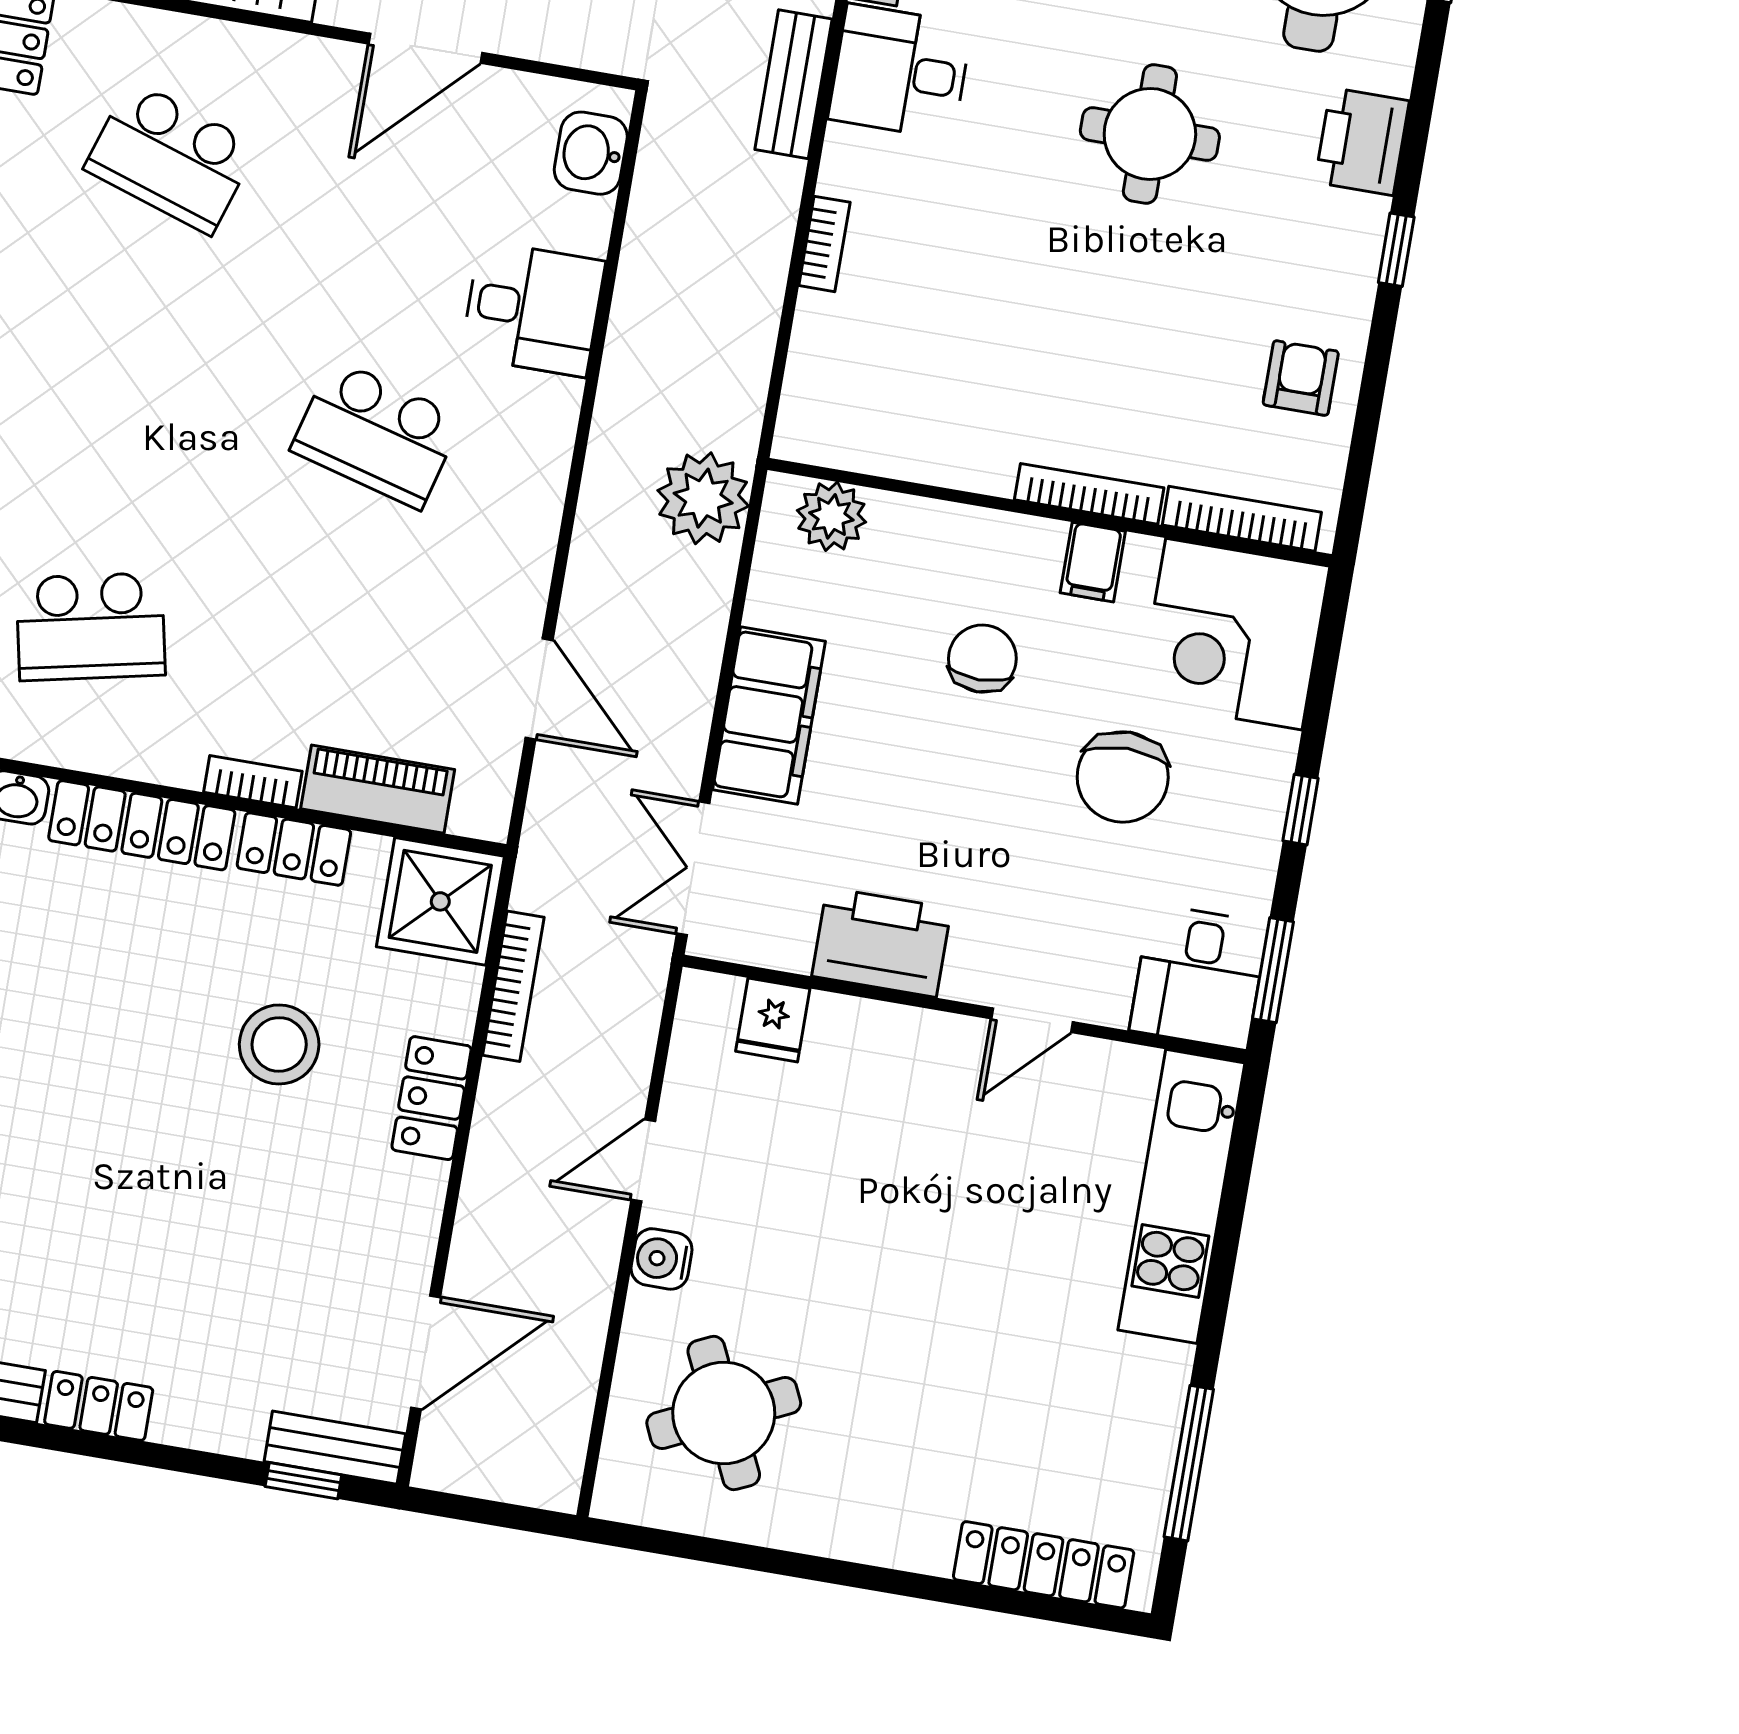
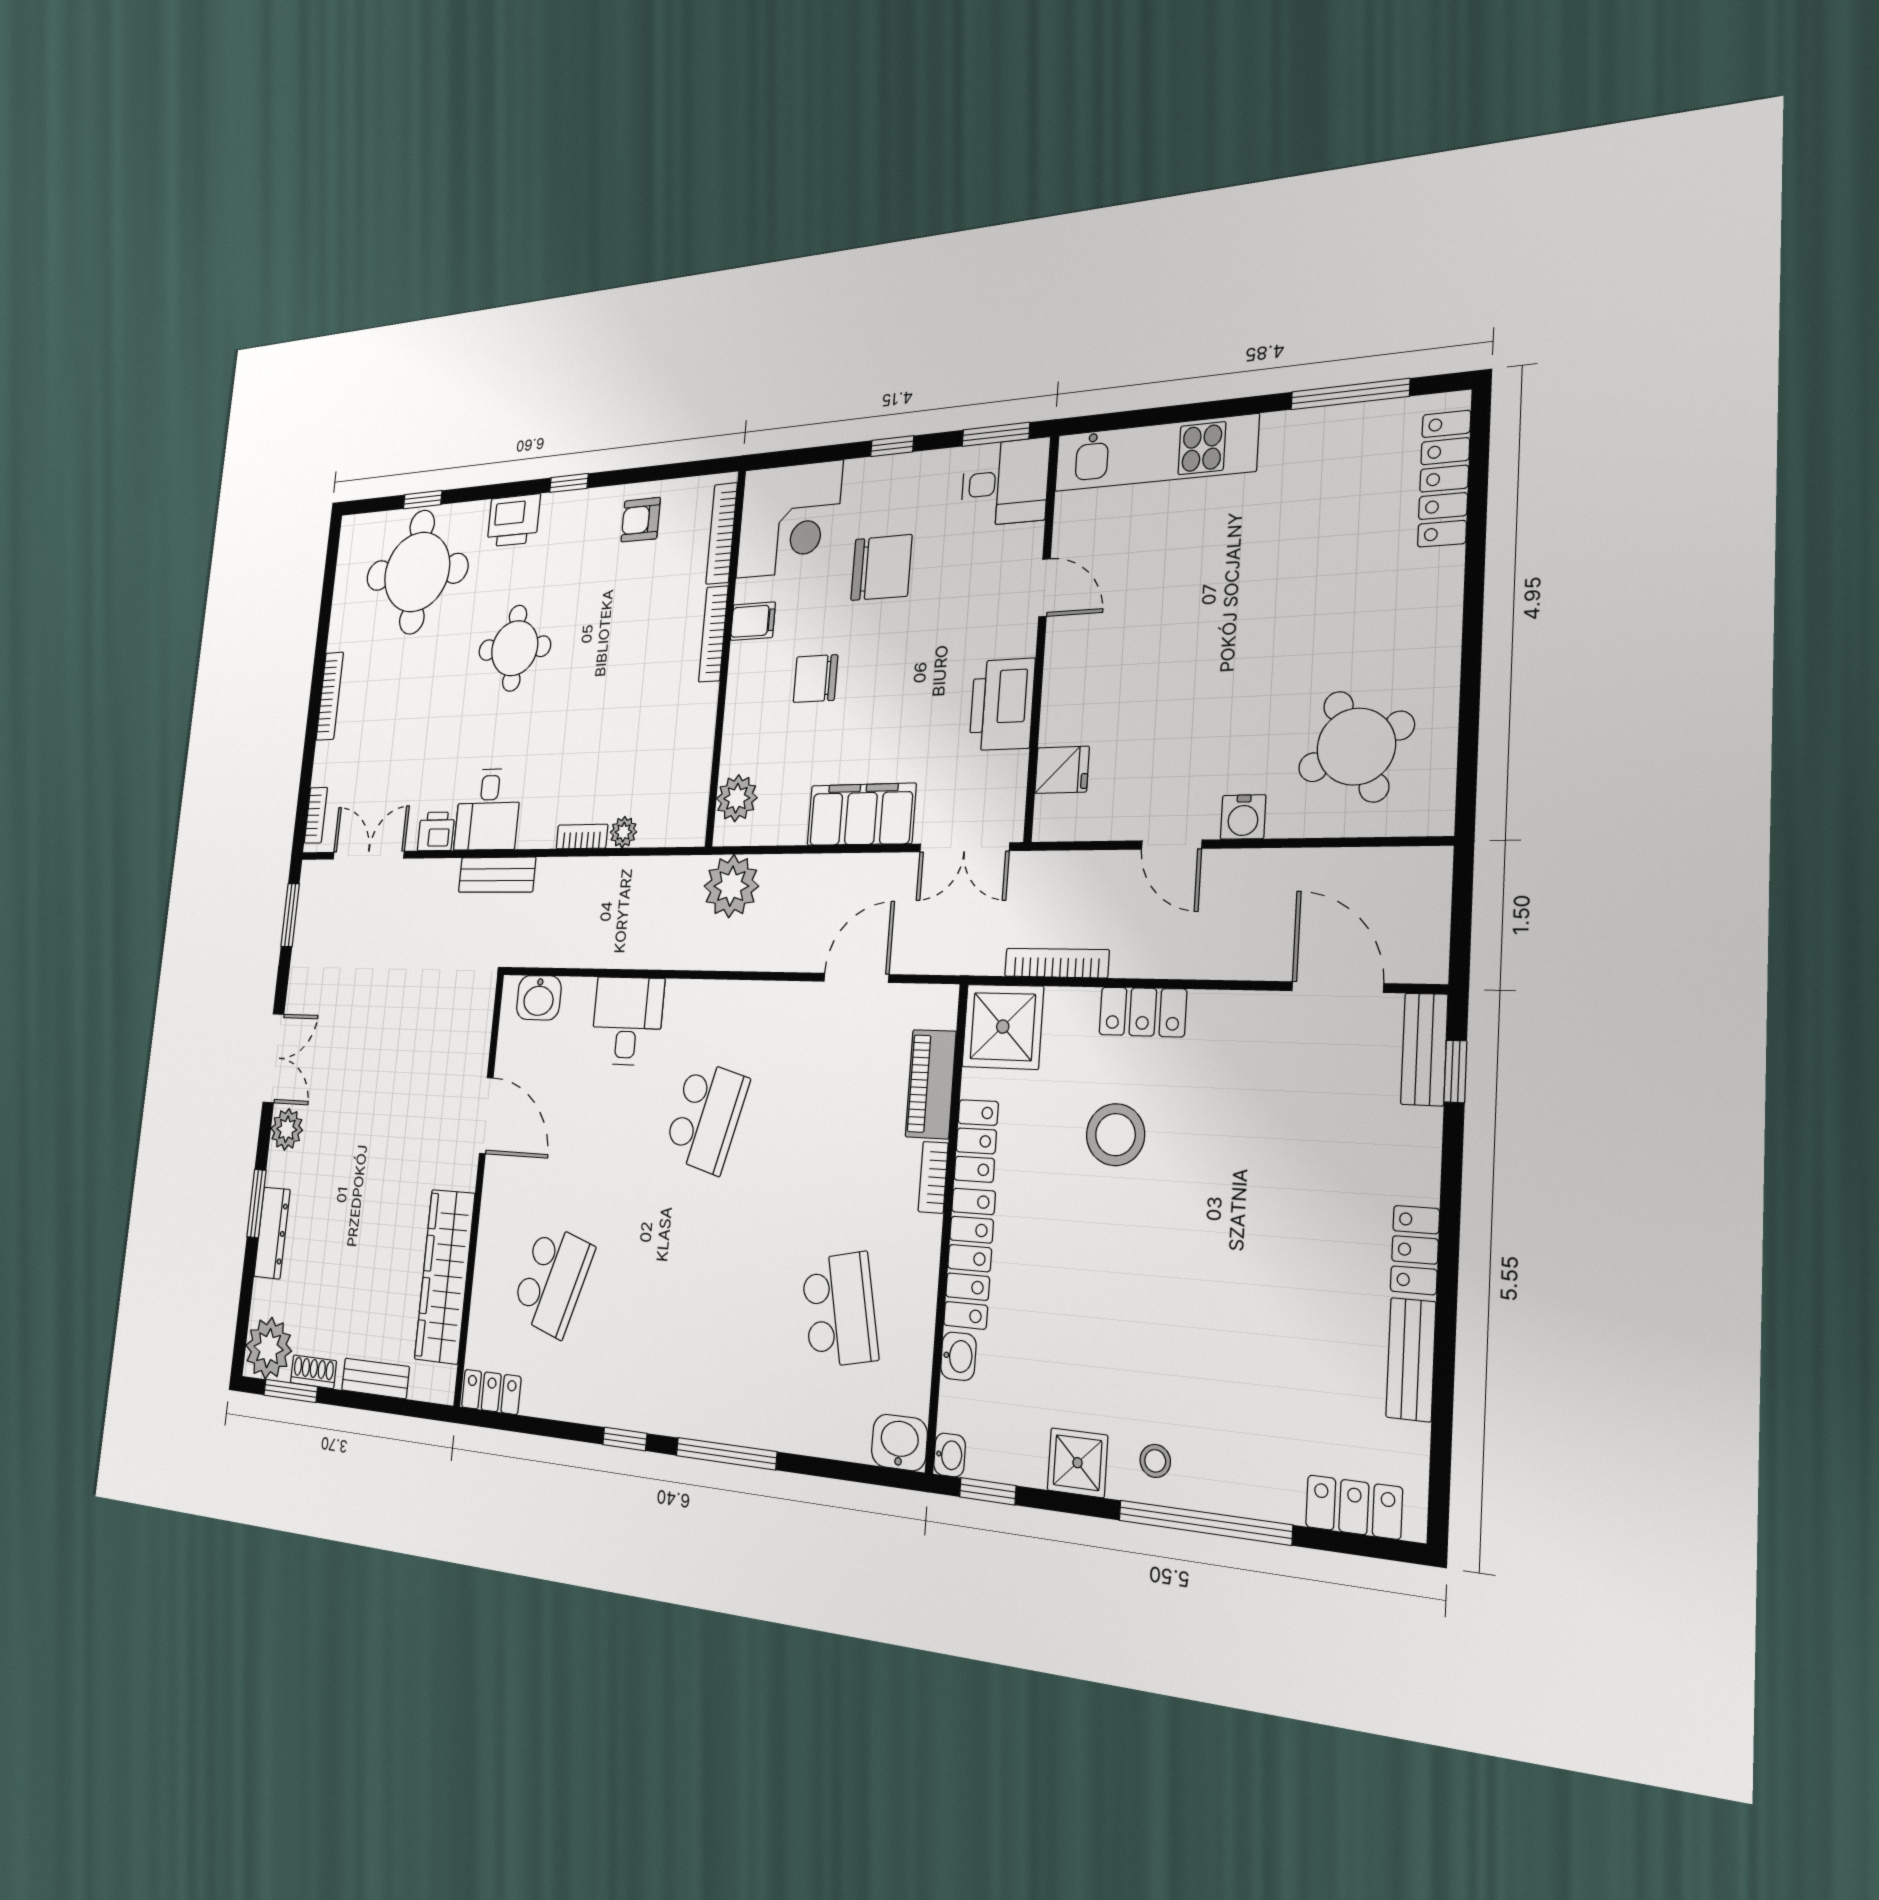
plant: (818, 319) -> (623, 832), added

